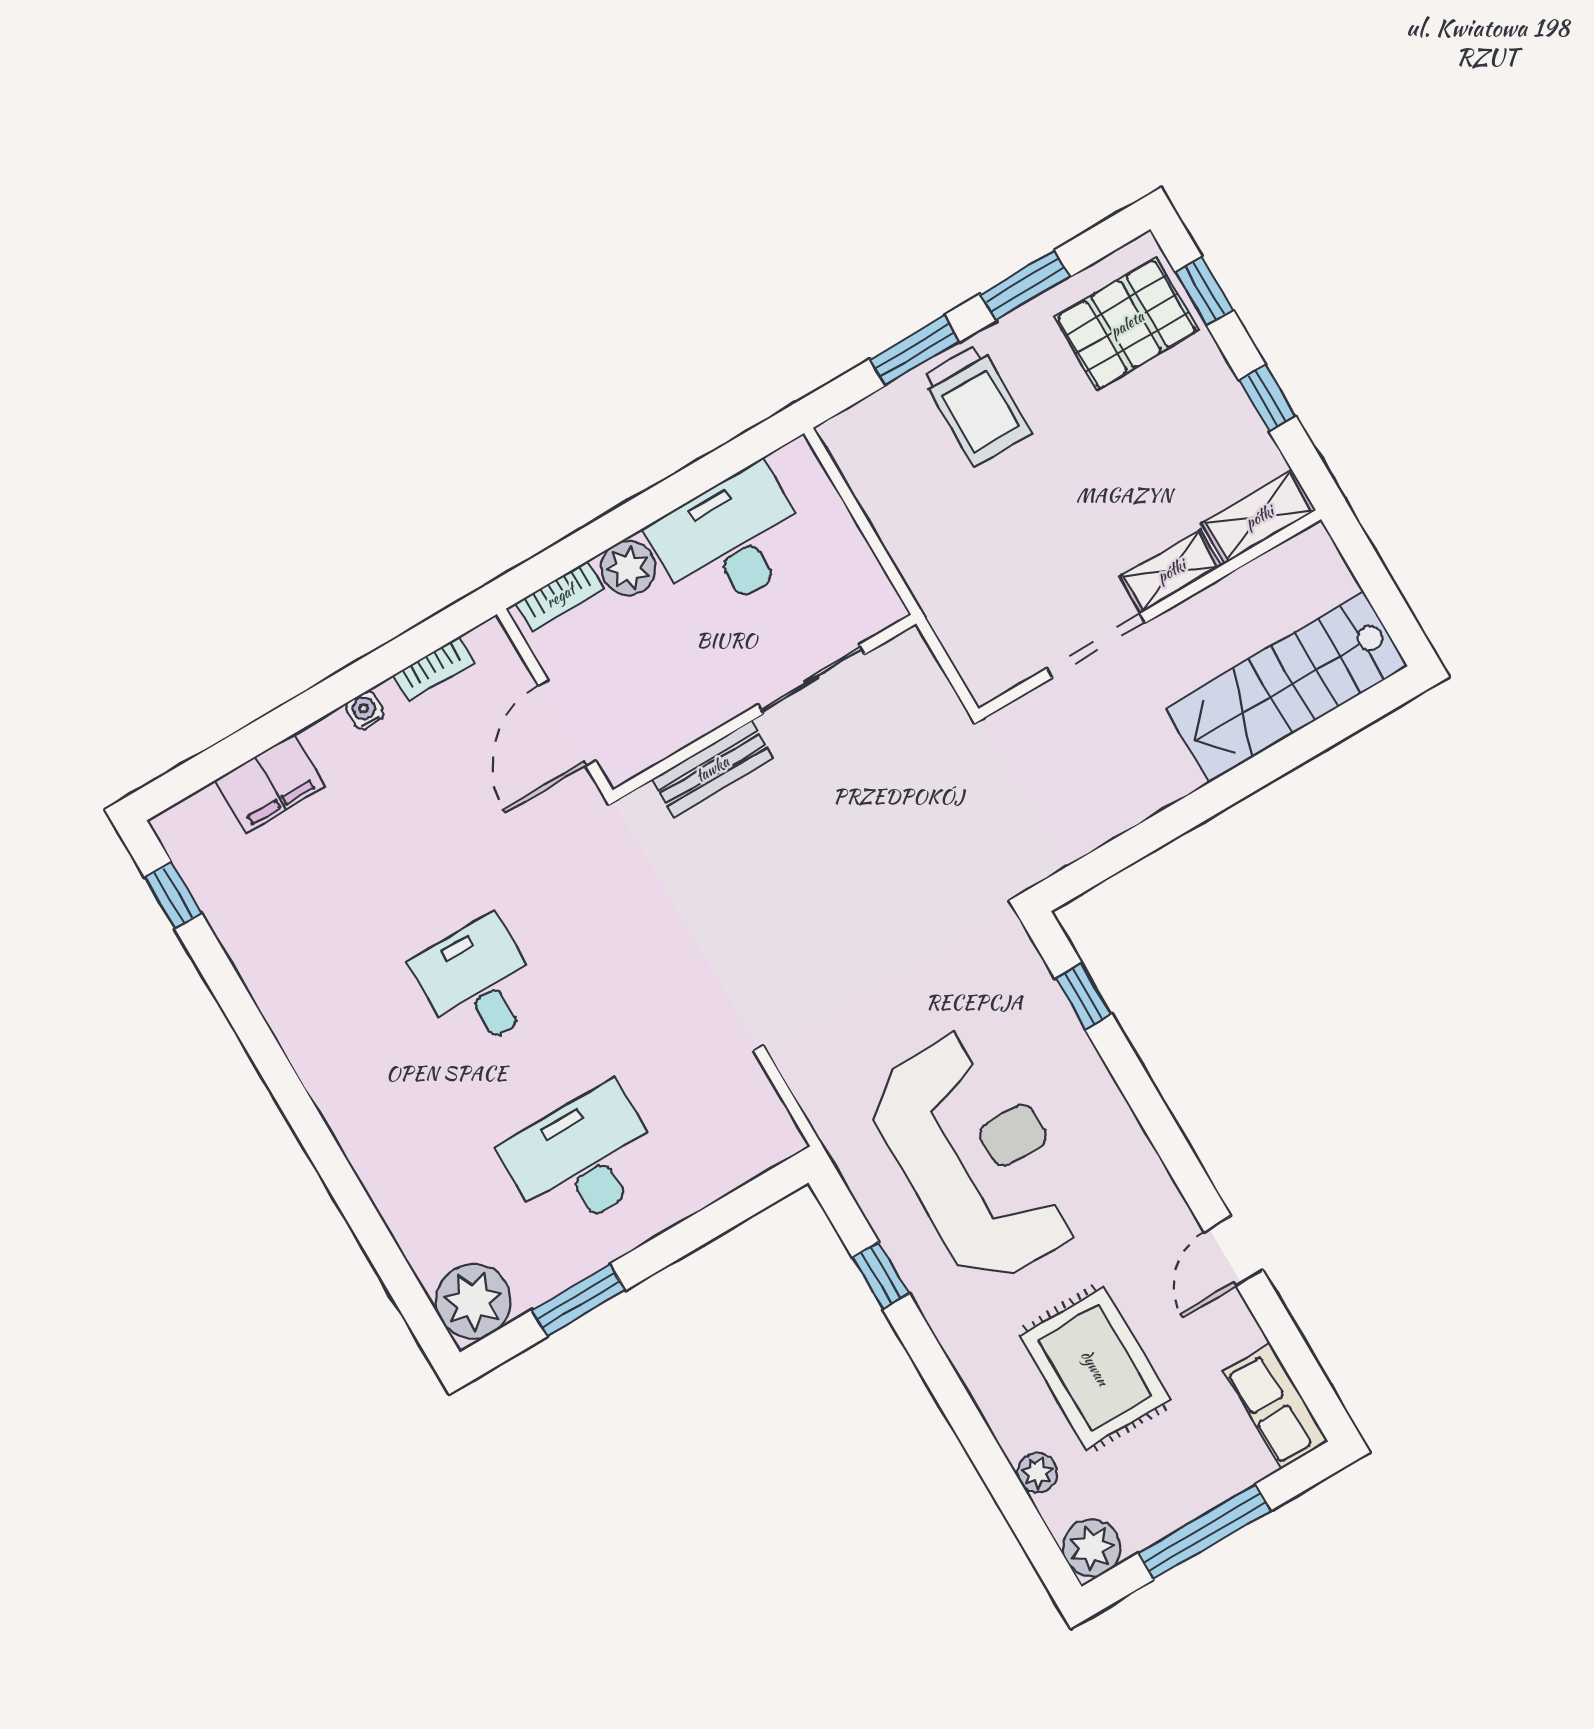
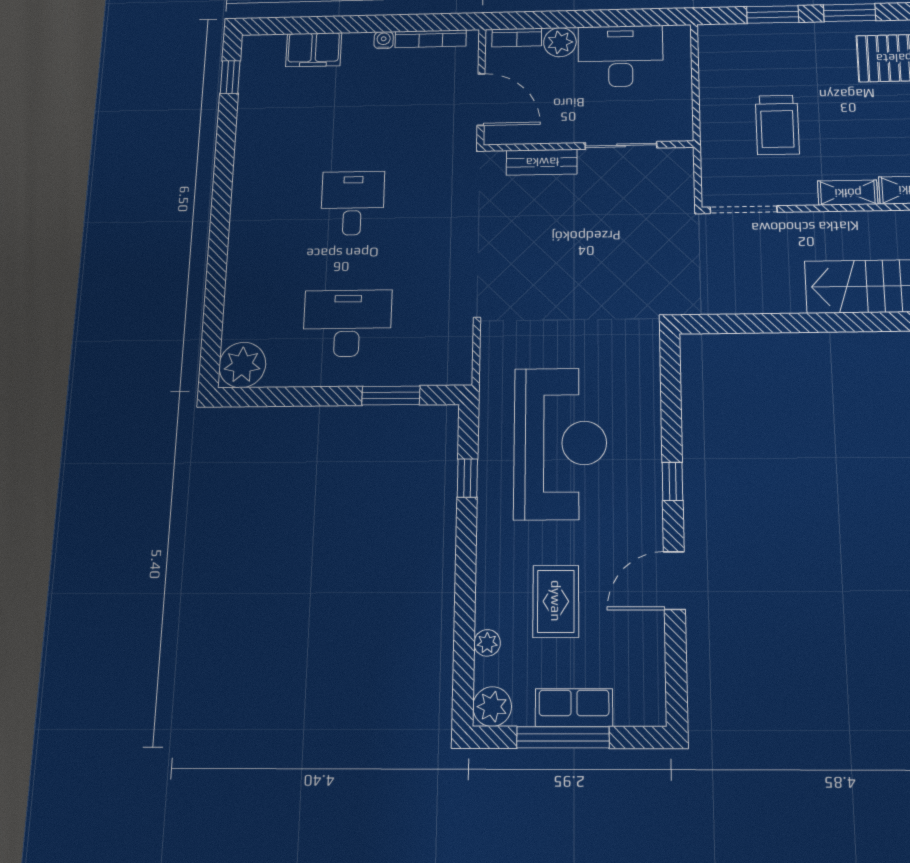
trolley: (977, 405) -> (777, 125), moved
doorway: (1096, 646) -> (744, 210), moved
bookcase: (434, 669) -> (431, 39), width x1.56
door: (567, 722) -> (481, 100), swing flipped
window: (1083, 996) -> (672, 481), moved
door: (1234, 1251) -> (674, 581), width x1.38
window: (579, 1300) -> (391, 396), moved
rug: (1095, 1368) -> (556, 601), width x0.73, depth x0.70
row of seats: (1276, 1406) -> (574, 708), moved, turned 90

